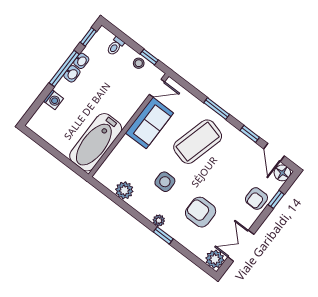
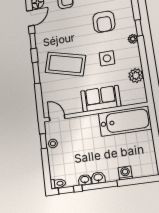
toilet: (115, 46) -> (58, 184), moved
sofa: (149, 123) -> (101, 99), moved

